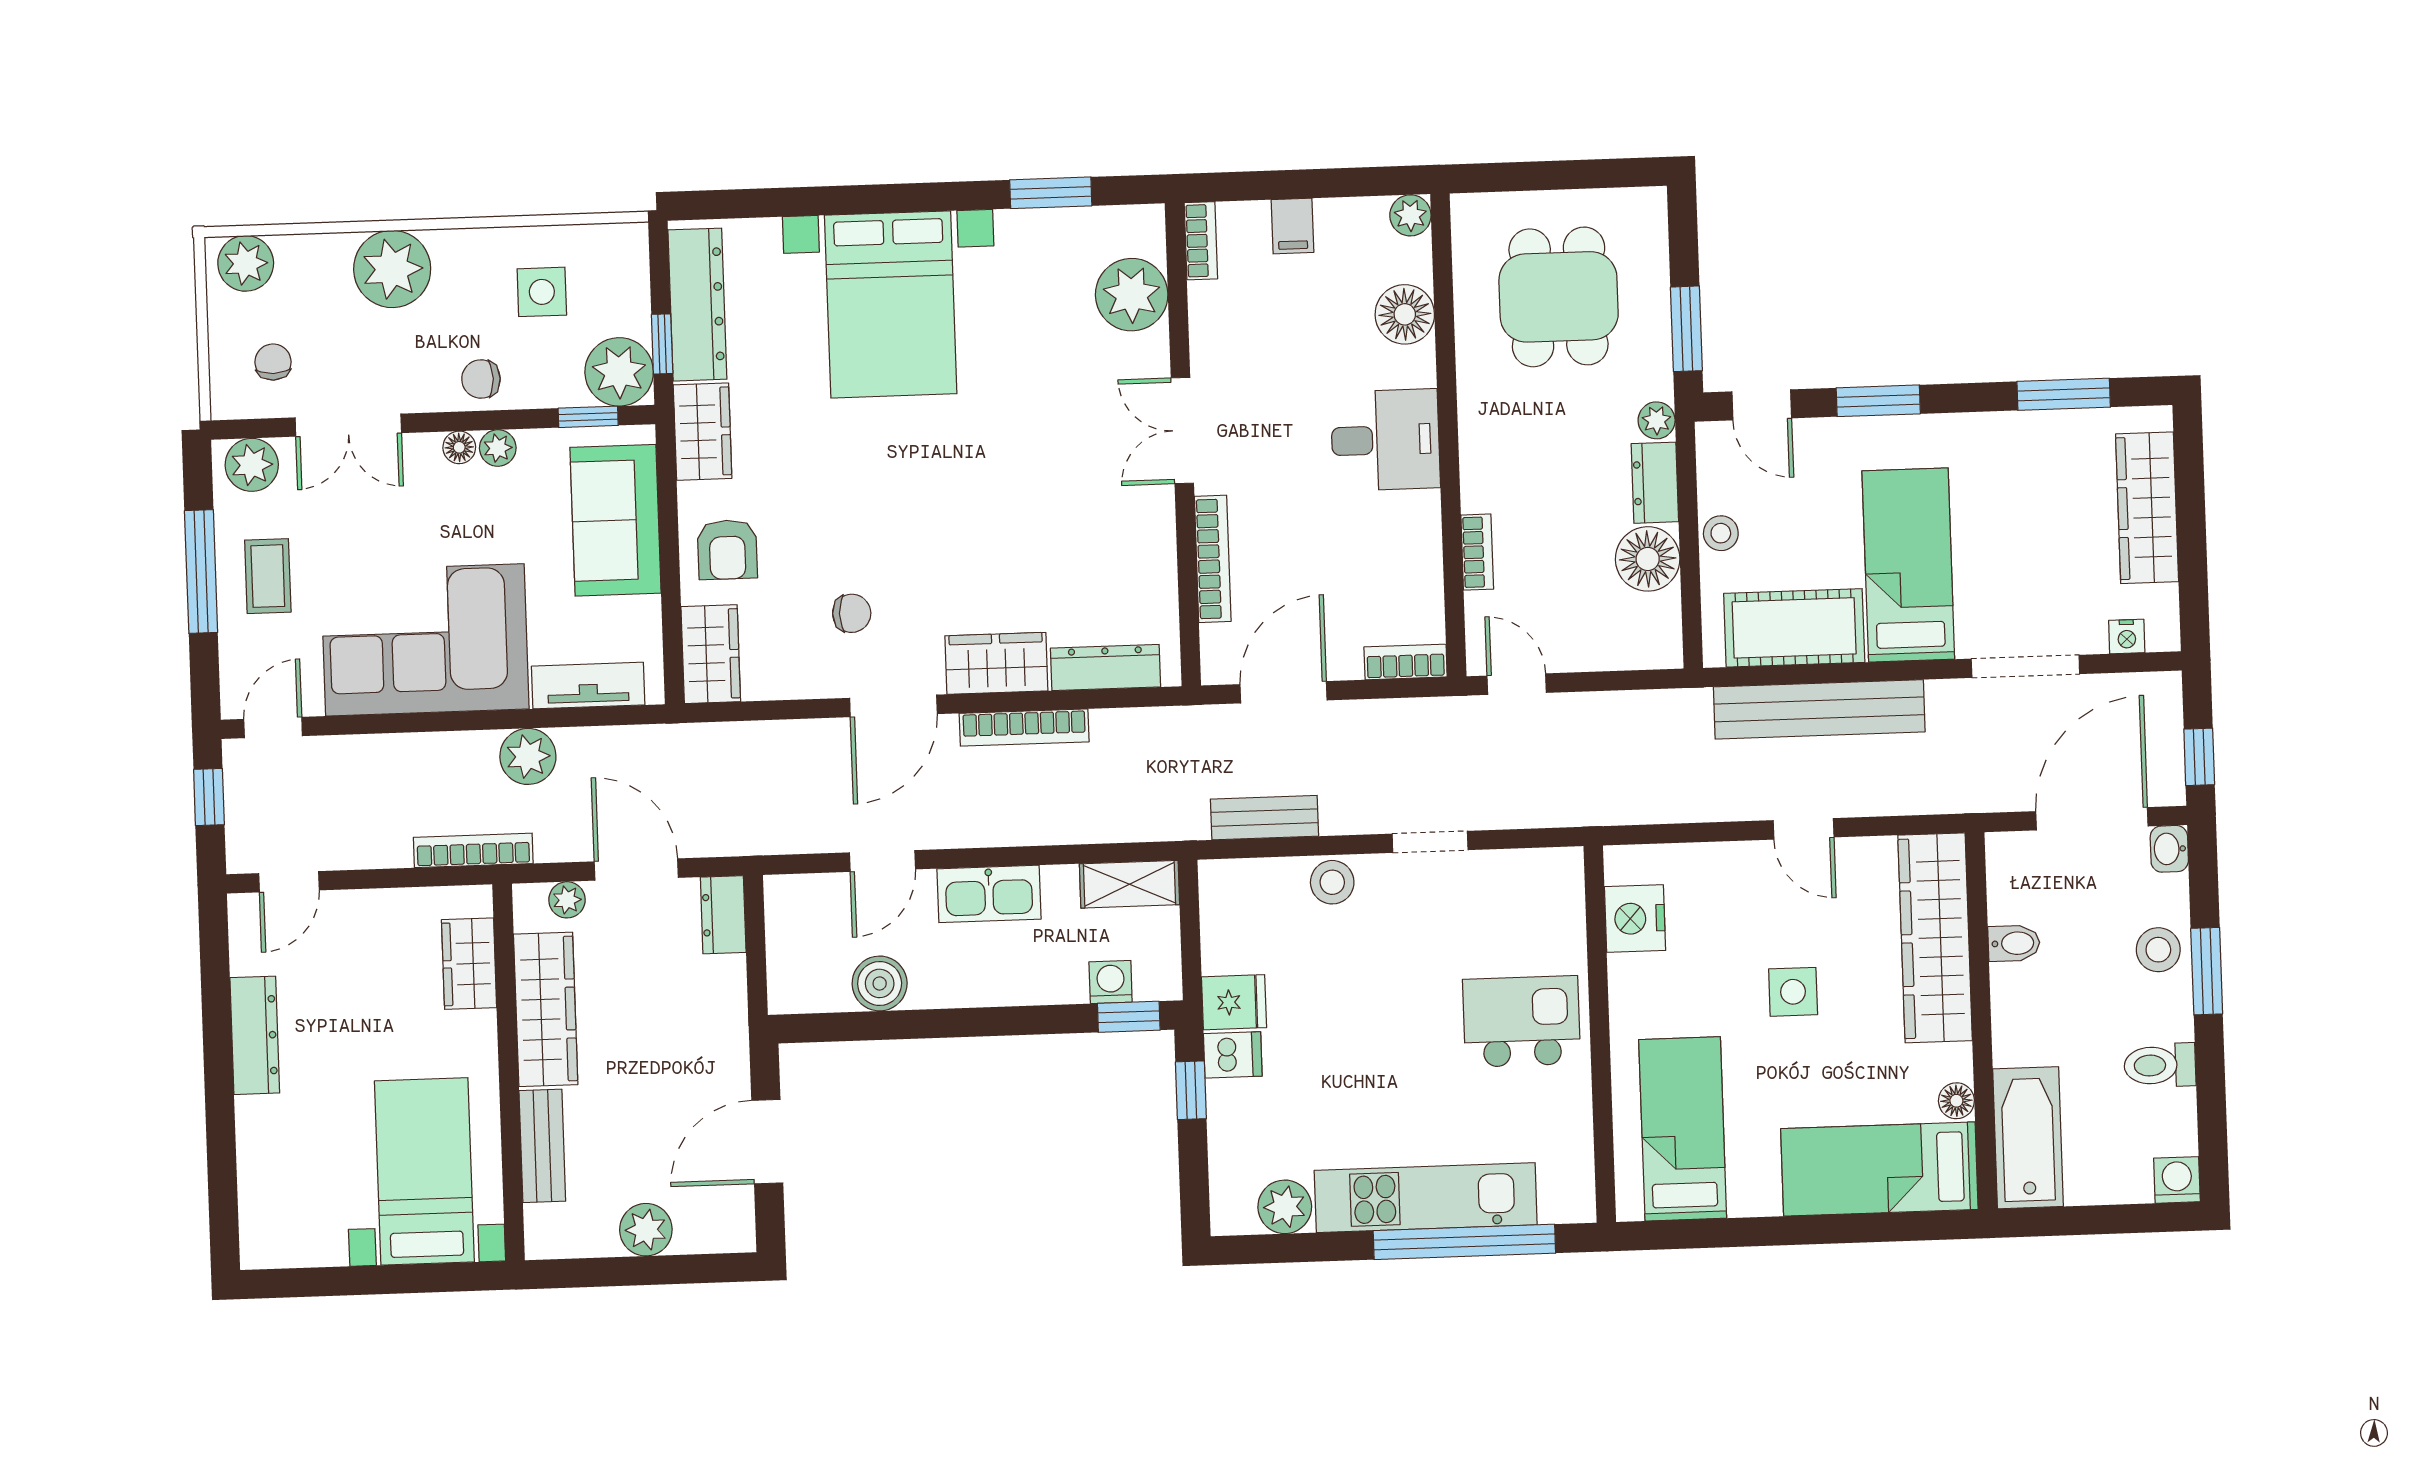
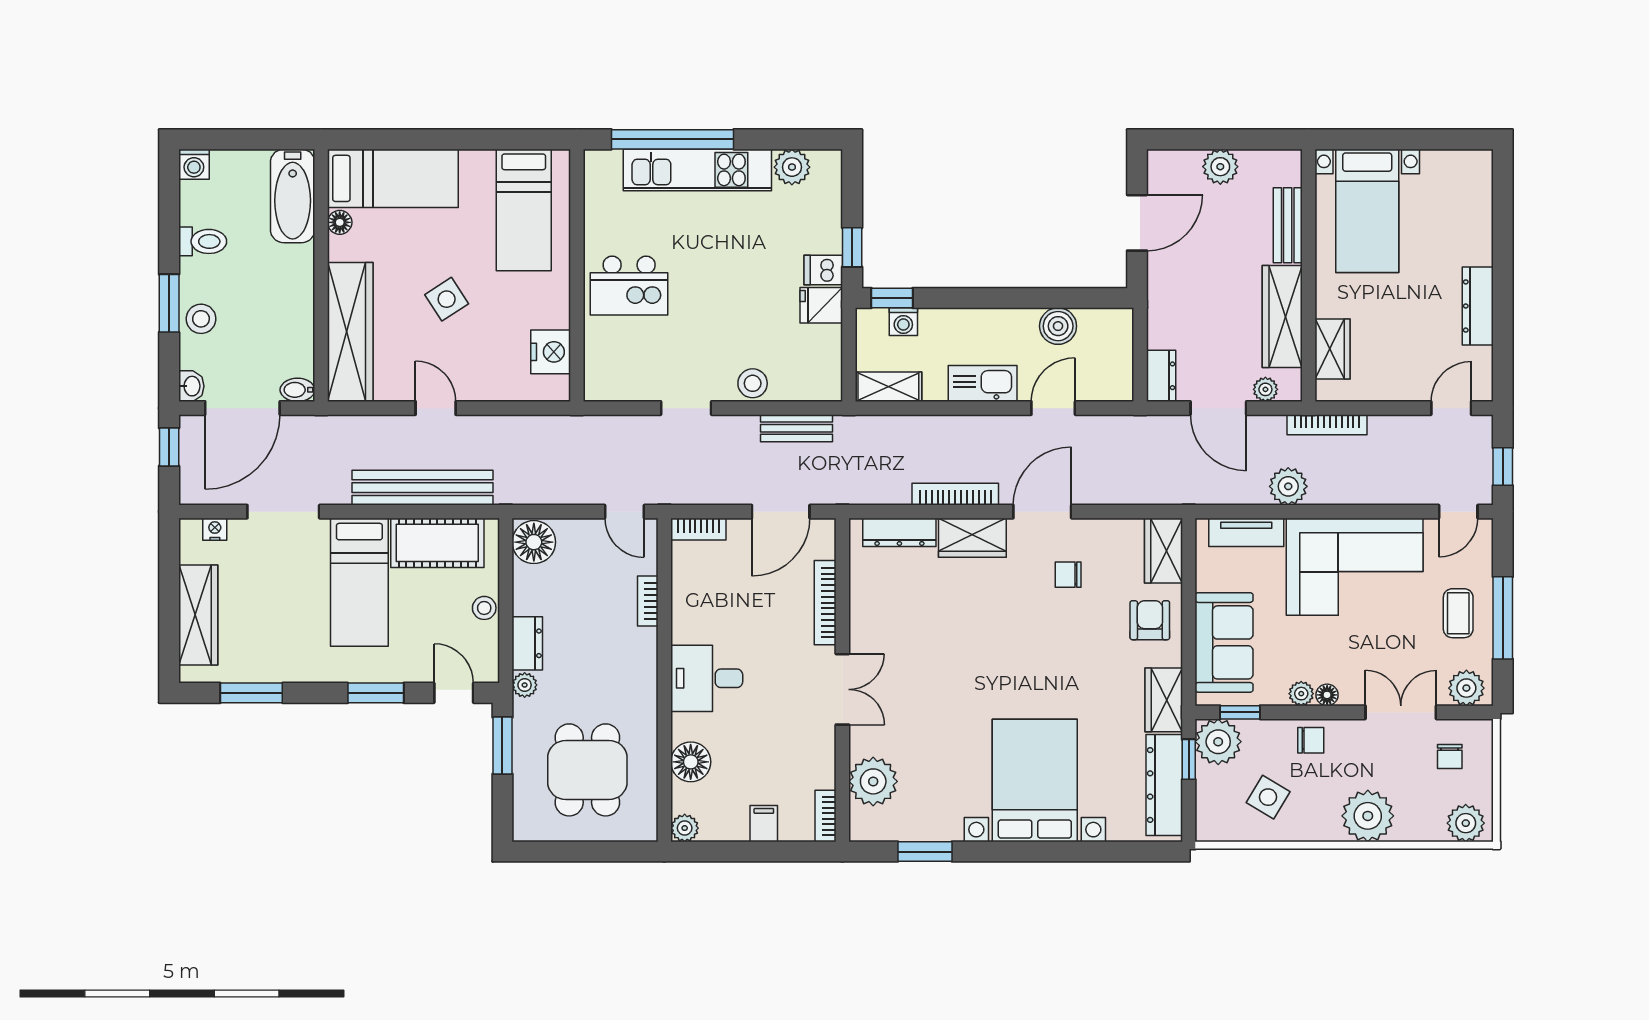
side table: (542, 292) -> (1268, 797), turned 31
floor lamp: (1648, 559) -> (534, 542), moved
bidet: (2014, 943) -> (297, 390), moved
side table: (1793, 992) -> (447, 299), turned -33

